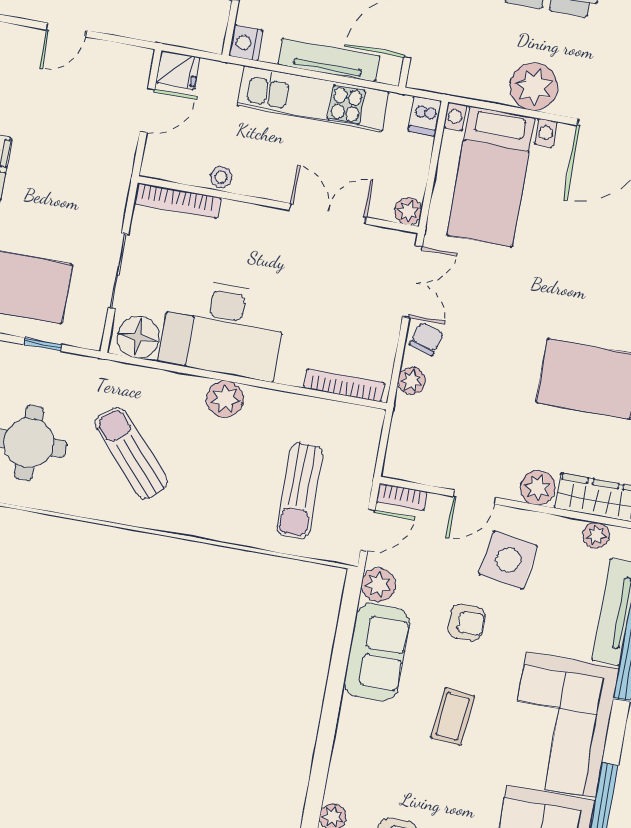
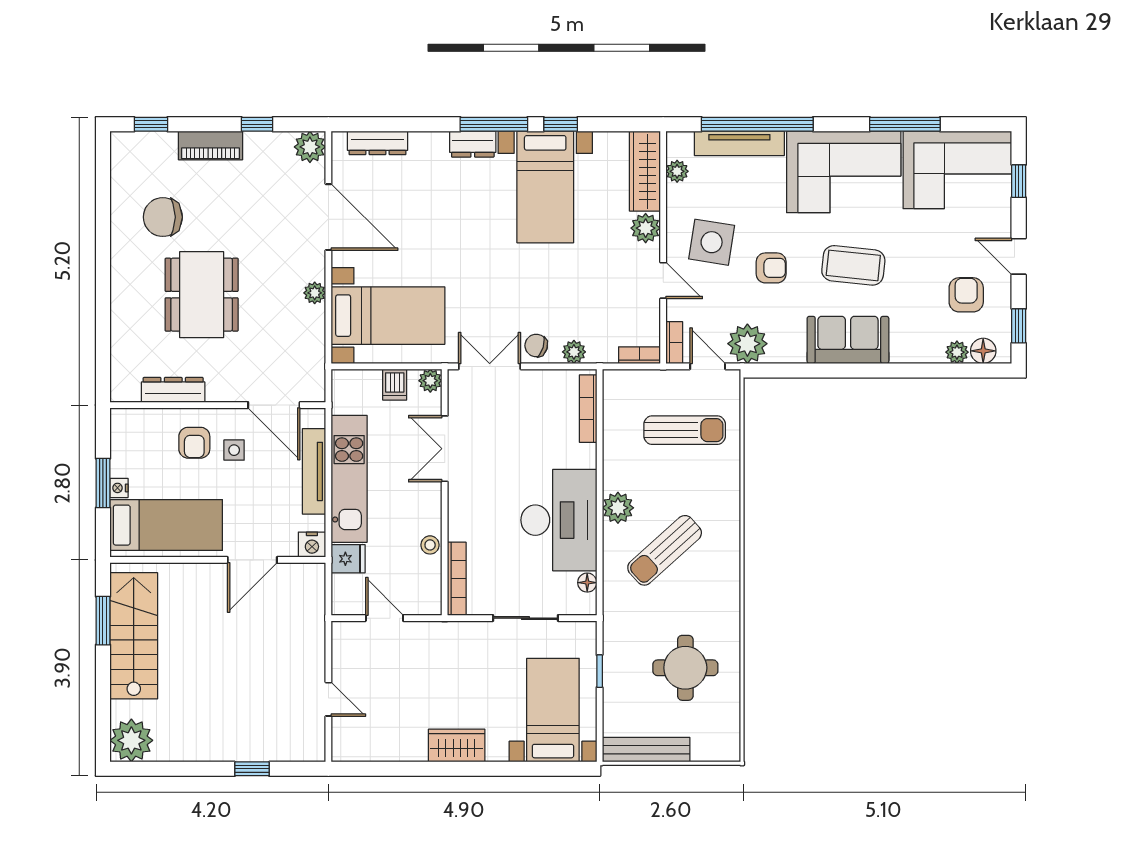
fridge: (178, 70) -> (348, 559), moved, turned 90
plant: (534, 87) -> (315, 293), width x0.53, depth x0.53
dishwasher: (425, 116) -> (395, 385), moved, turned 90
floor lamp: (138, 337) -> (587, 583), width x0.53, depth x0.53
sun lounger: (131, 453) -> (665, 550), moved
bookcase: (394, 455) -> (639, 355), added
plant: (378, 585) -> (747, 344), width x1.36, depth x1.36
armchair: (467, 623) -> (771, 268), turned 90
sofa: (377, 652) -> (848, 340), moved
coffee table: (453, 717) -> (853, 265), width x1.36, depth x1.30

